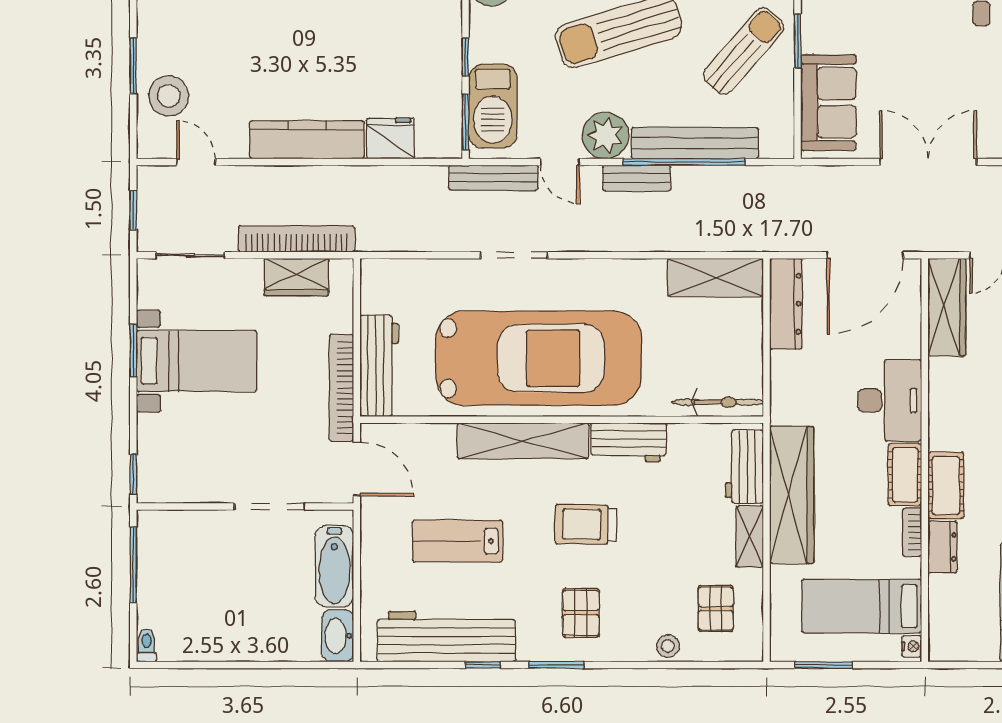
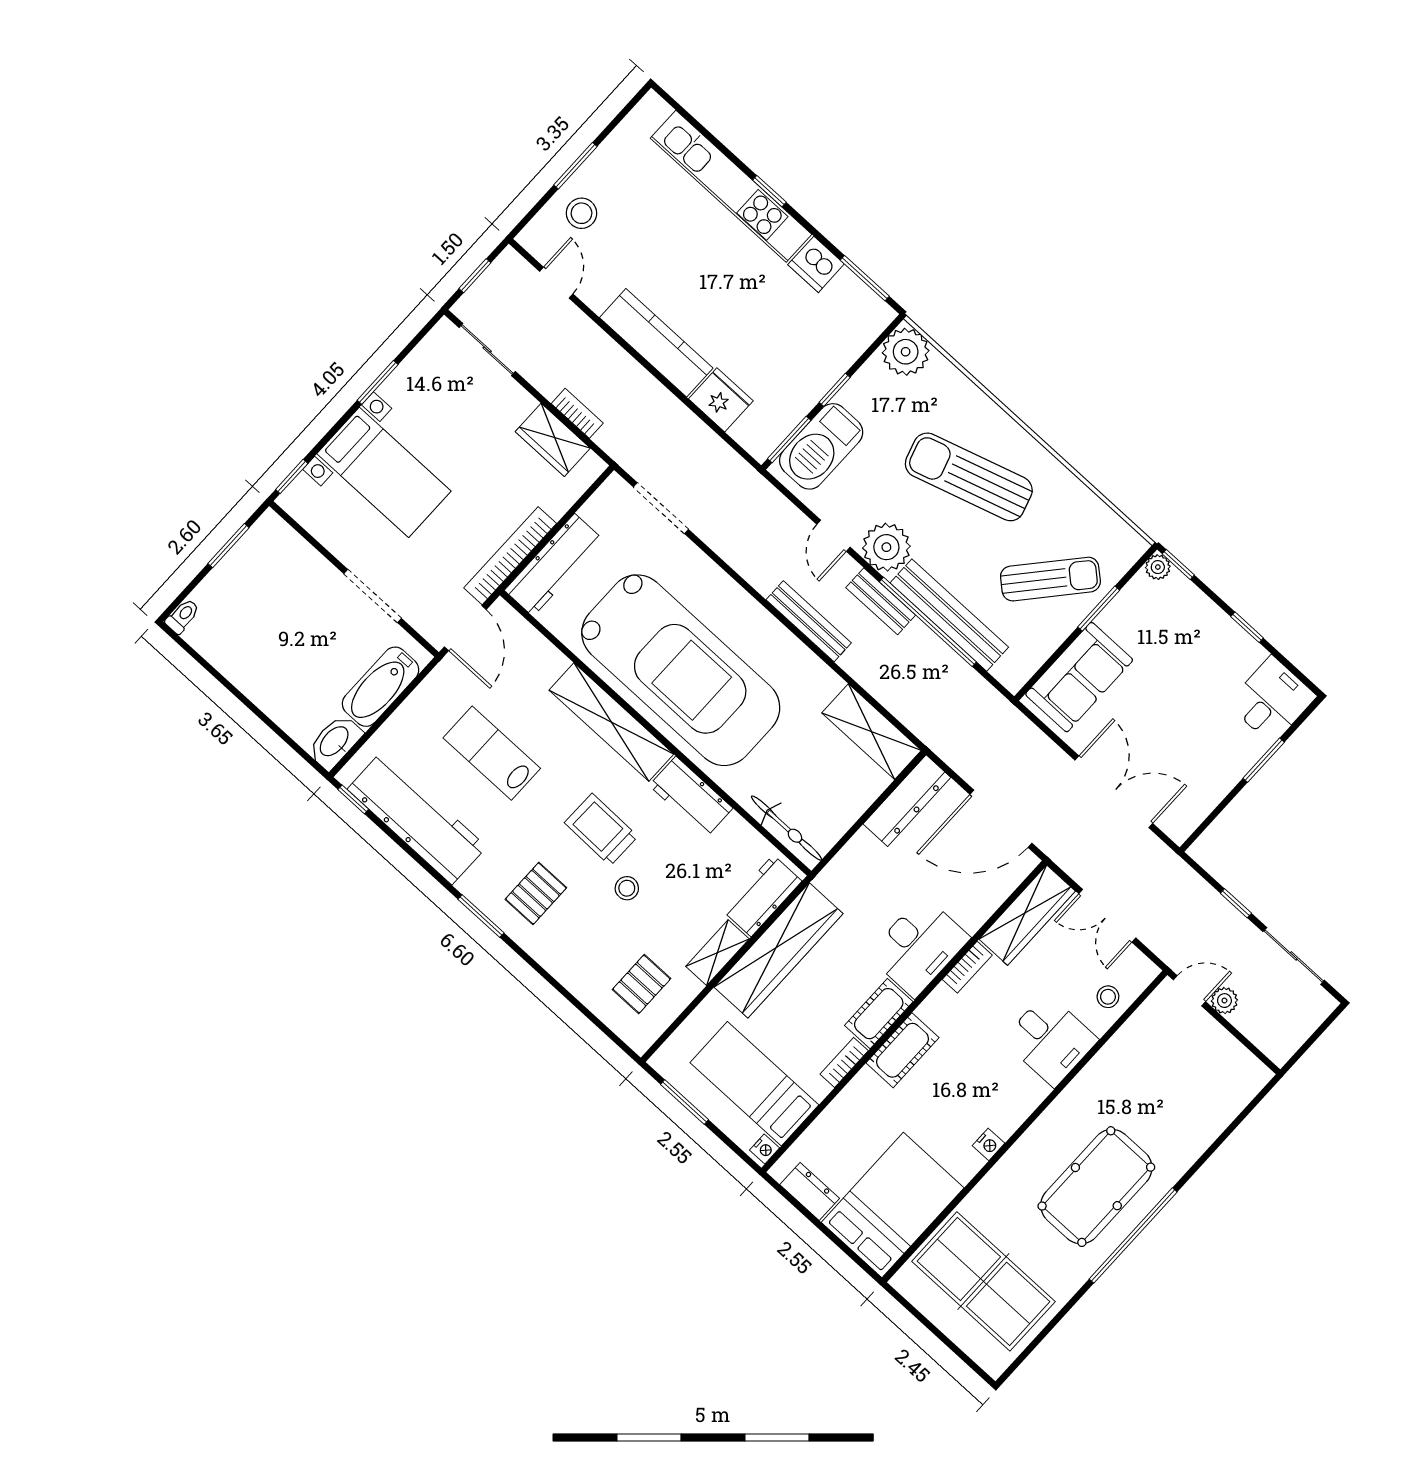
stool: (169, 96) -> (581, 213), width x0.73, depth x0.73
bench: (494, 178) -> (809, 621), moved
bookcase: (296, 239) -> (577, 413), width x0.43, depth x0.76
doorway: (514, 255) -> (661, 508), moved
bed with nightstands: (197, 361) -> (384, 472), moved
bookcase: (938, 384) -> (967, 967), added
dresser: (943, 547) -> (810, 1191), moved, turned -90
window: (133, 565) -> (228, 546), width x0.69
stool: (668, 646) -> (627, 888), moved
window: (483, 665) -> (353, 799), moved

